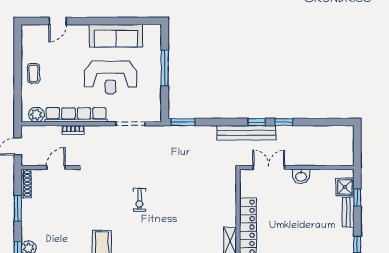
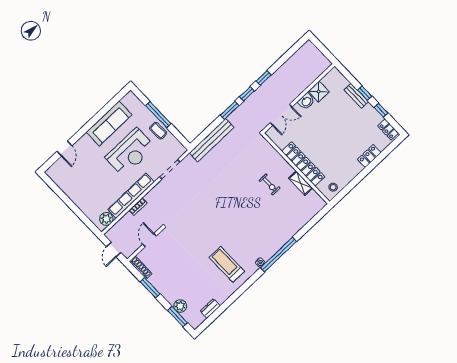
coffee table: (34, 73) -> (158, 131), moved
window: (183, 122) -> (230, 110), moved
bench: (246, 133) -> (212, 140), moved
double door: (269, 168) -> (281, 115), swing flipped
shower: (345, 187) -> (319, 92), moved
window: (357, 198) -> (365, 93), moved
exercise bike: (140, 200) -> (270, 184), moved

